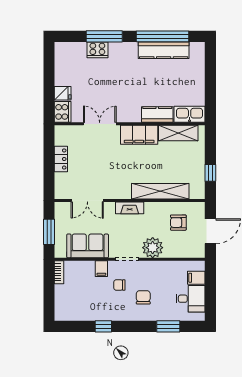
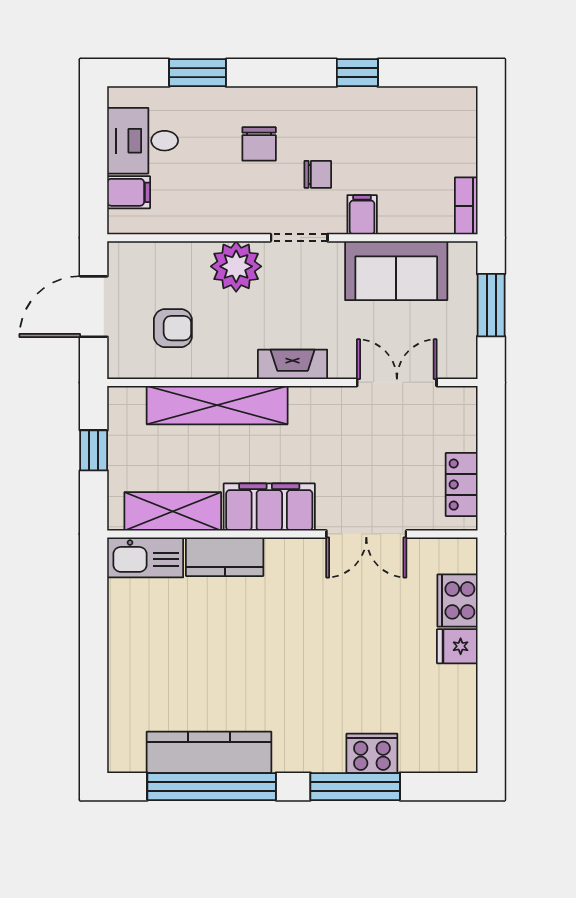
kitchen sink: (190, 114) -> (145, 557), moved
kitchen counter: (157, 115) -> (225, 557), moved
double door: (100, 124) -> (366, 534), moved
wall: (130, 124) -> (292, 534), moved
shelving: (178, 133) -> (173, 511), moved
filing cabinet: (139, 135) -> (269, 507), moved

